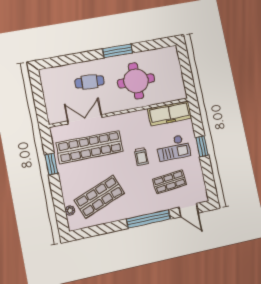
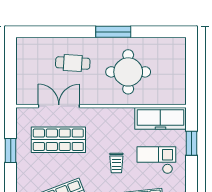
window: (202, 146) -> (192, 143), moved
shop shelf: (90, 147) -> (58, 140), width x0.71
checkout: (173, 148) -> (156, 160), turned 180

